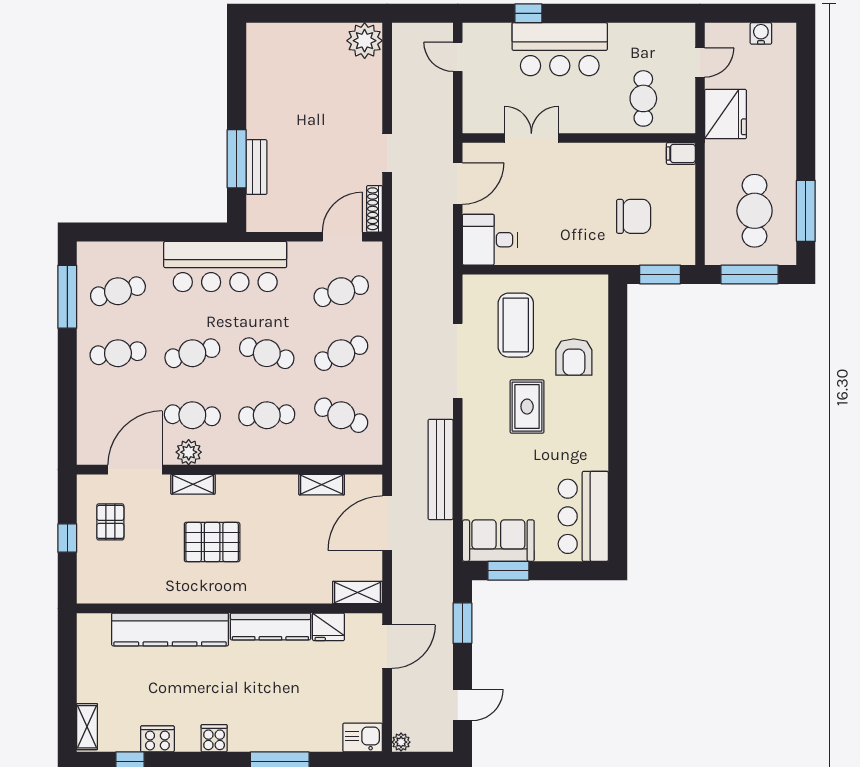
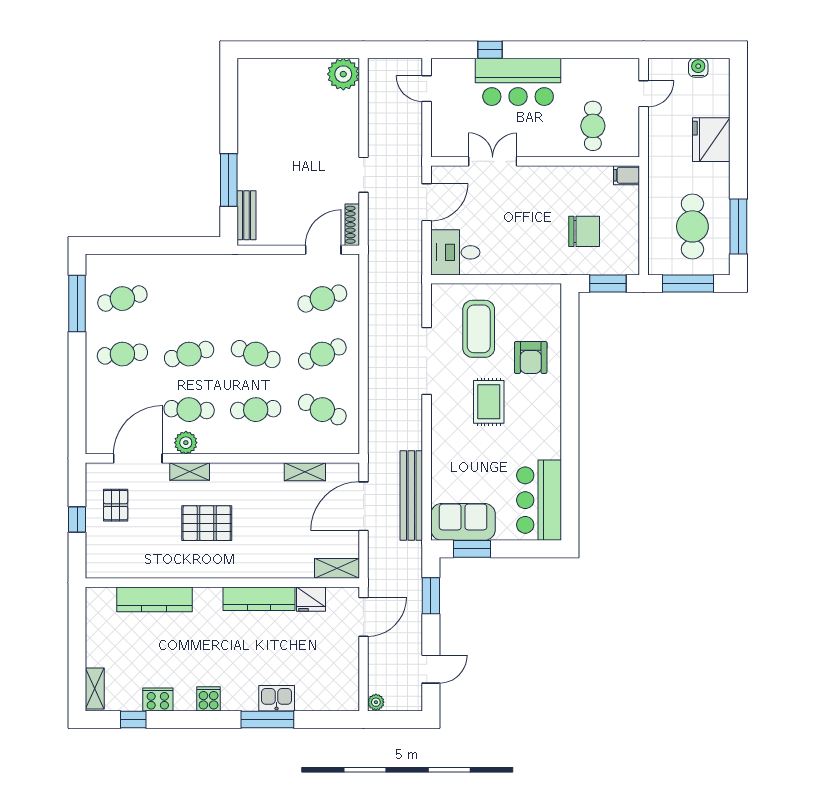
fridge: (726, 114) -> (711, 140), moved, turned 180
bench: (256, 167) -> (246, 215), moved
bar counter: (225, 267) -> (218, 276), removed
bench: (441, 469) -> (411, 496), moved
kitchen counter: (170, 629) -> (154, 599), width x0.72, depth x0.86
kitchen sink: (363, 738) -> (277, 698), moved

